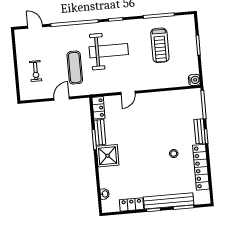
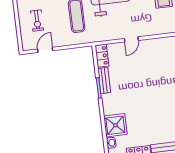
door: (62, 99) -> (45, 50), moved
shower: (108, 156) -> (115, 125), moved

